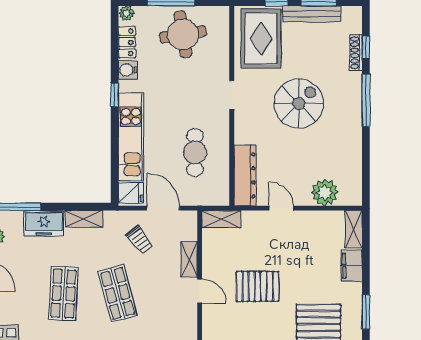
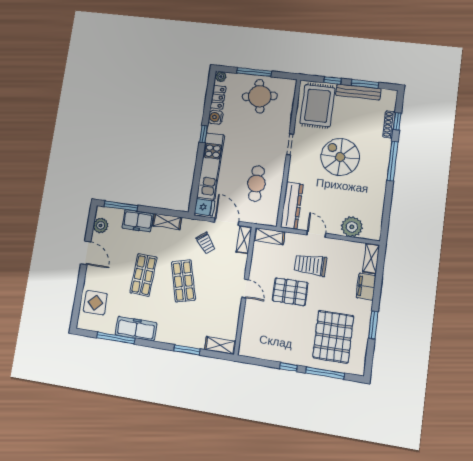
spiral stairs: (299, 104) -> (340, 157), turned -90
trolley: (279, 249) -> (310, 265), added
shelving: (189, 259) -> (244, 240), moved

